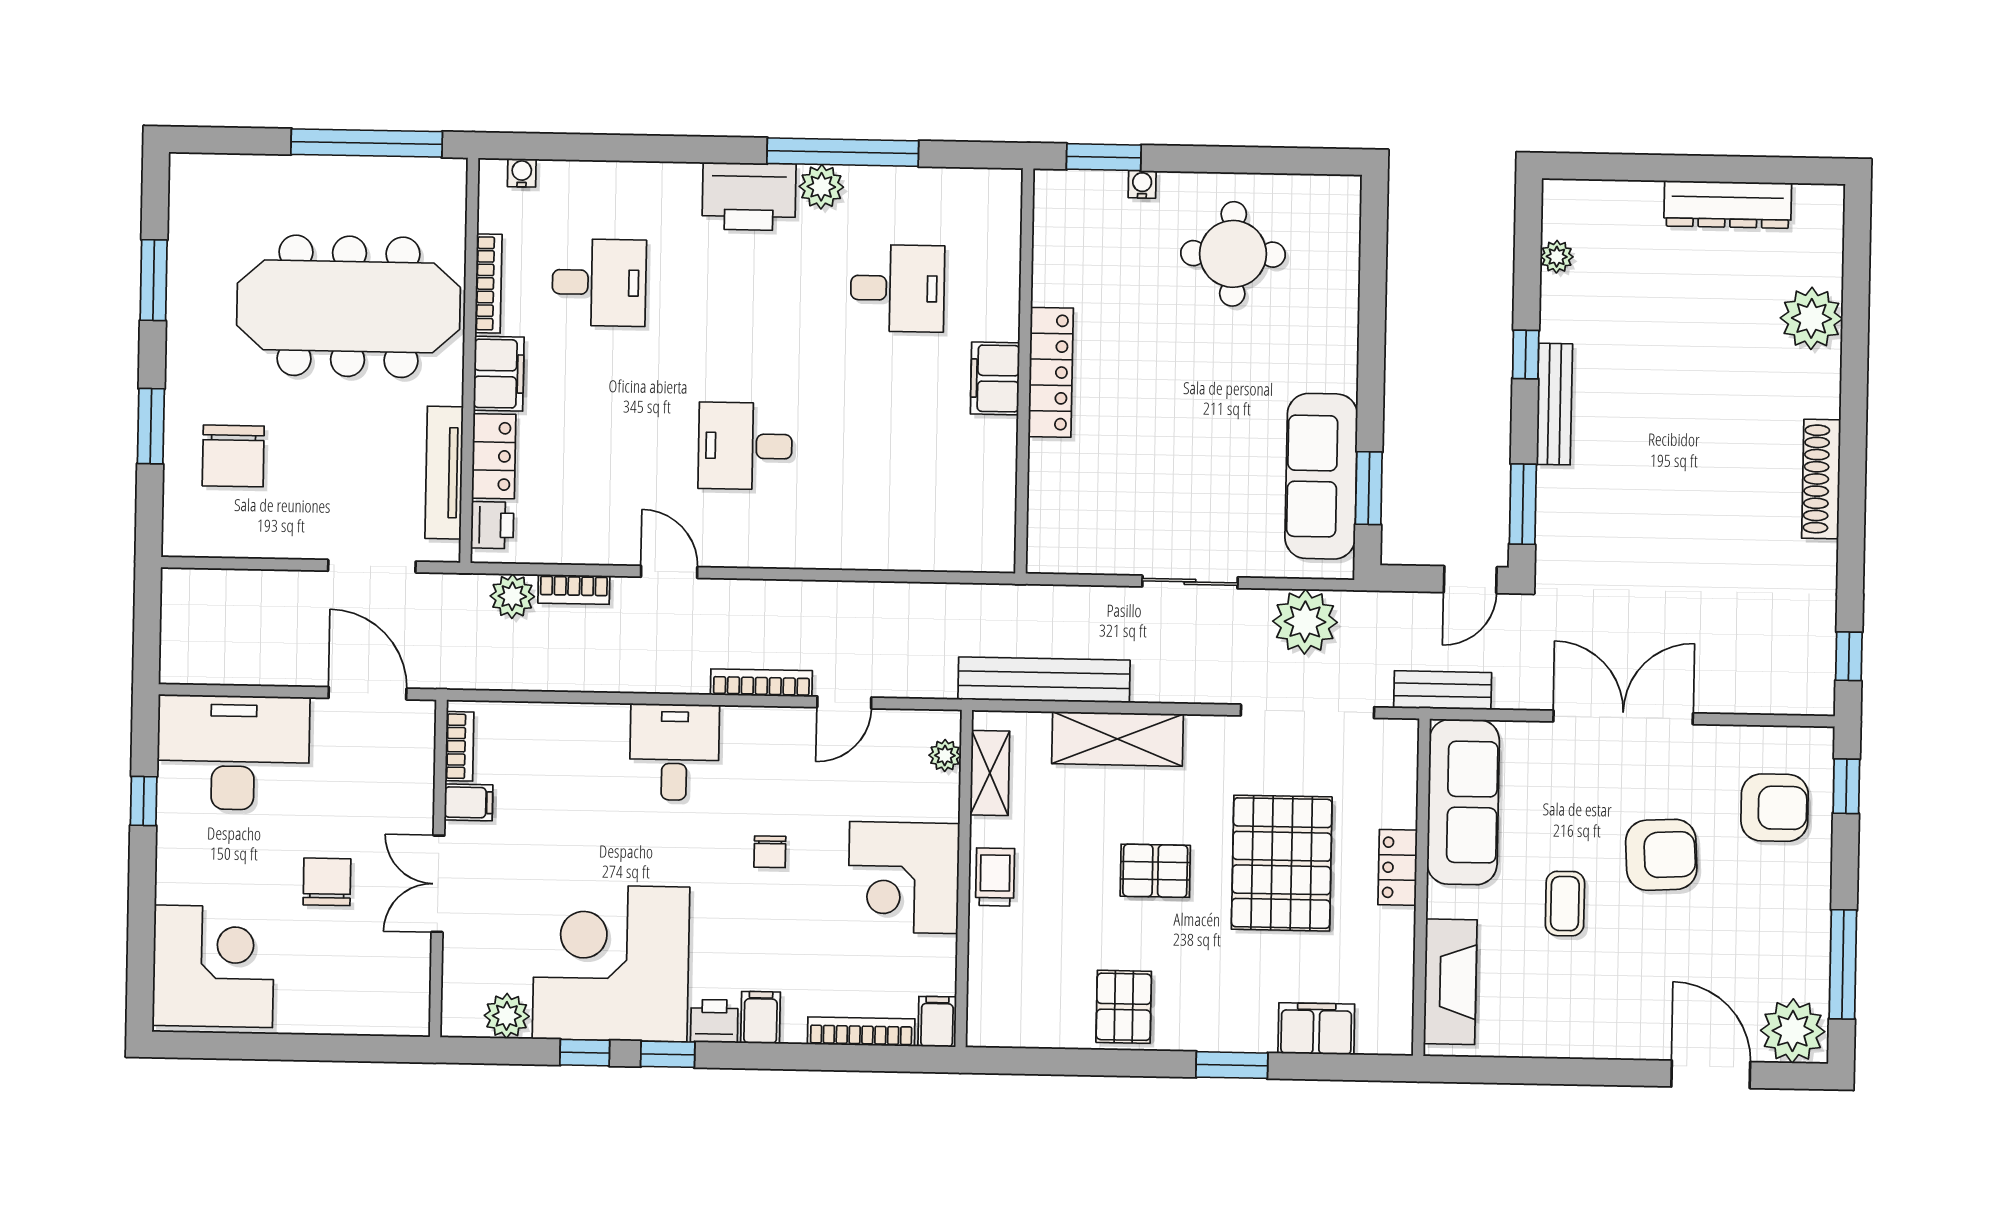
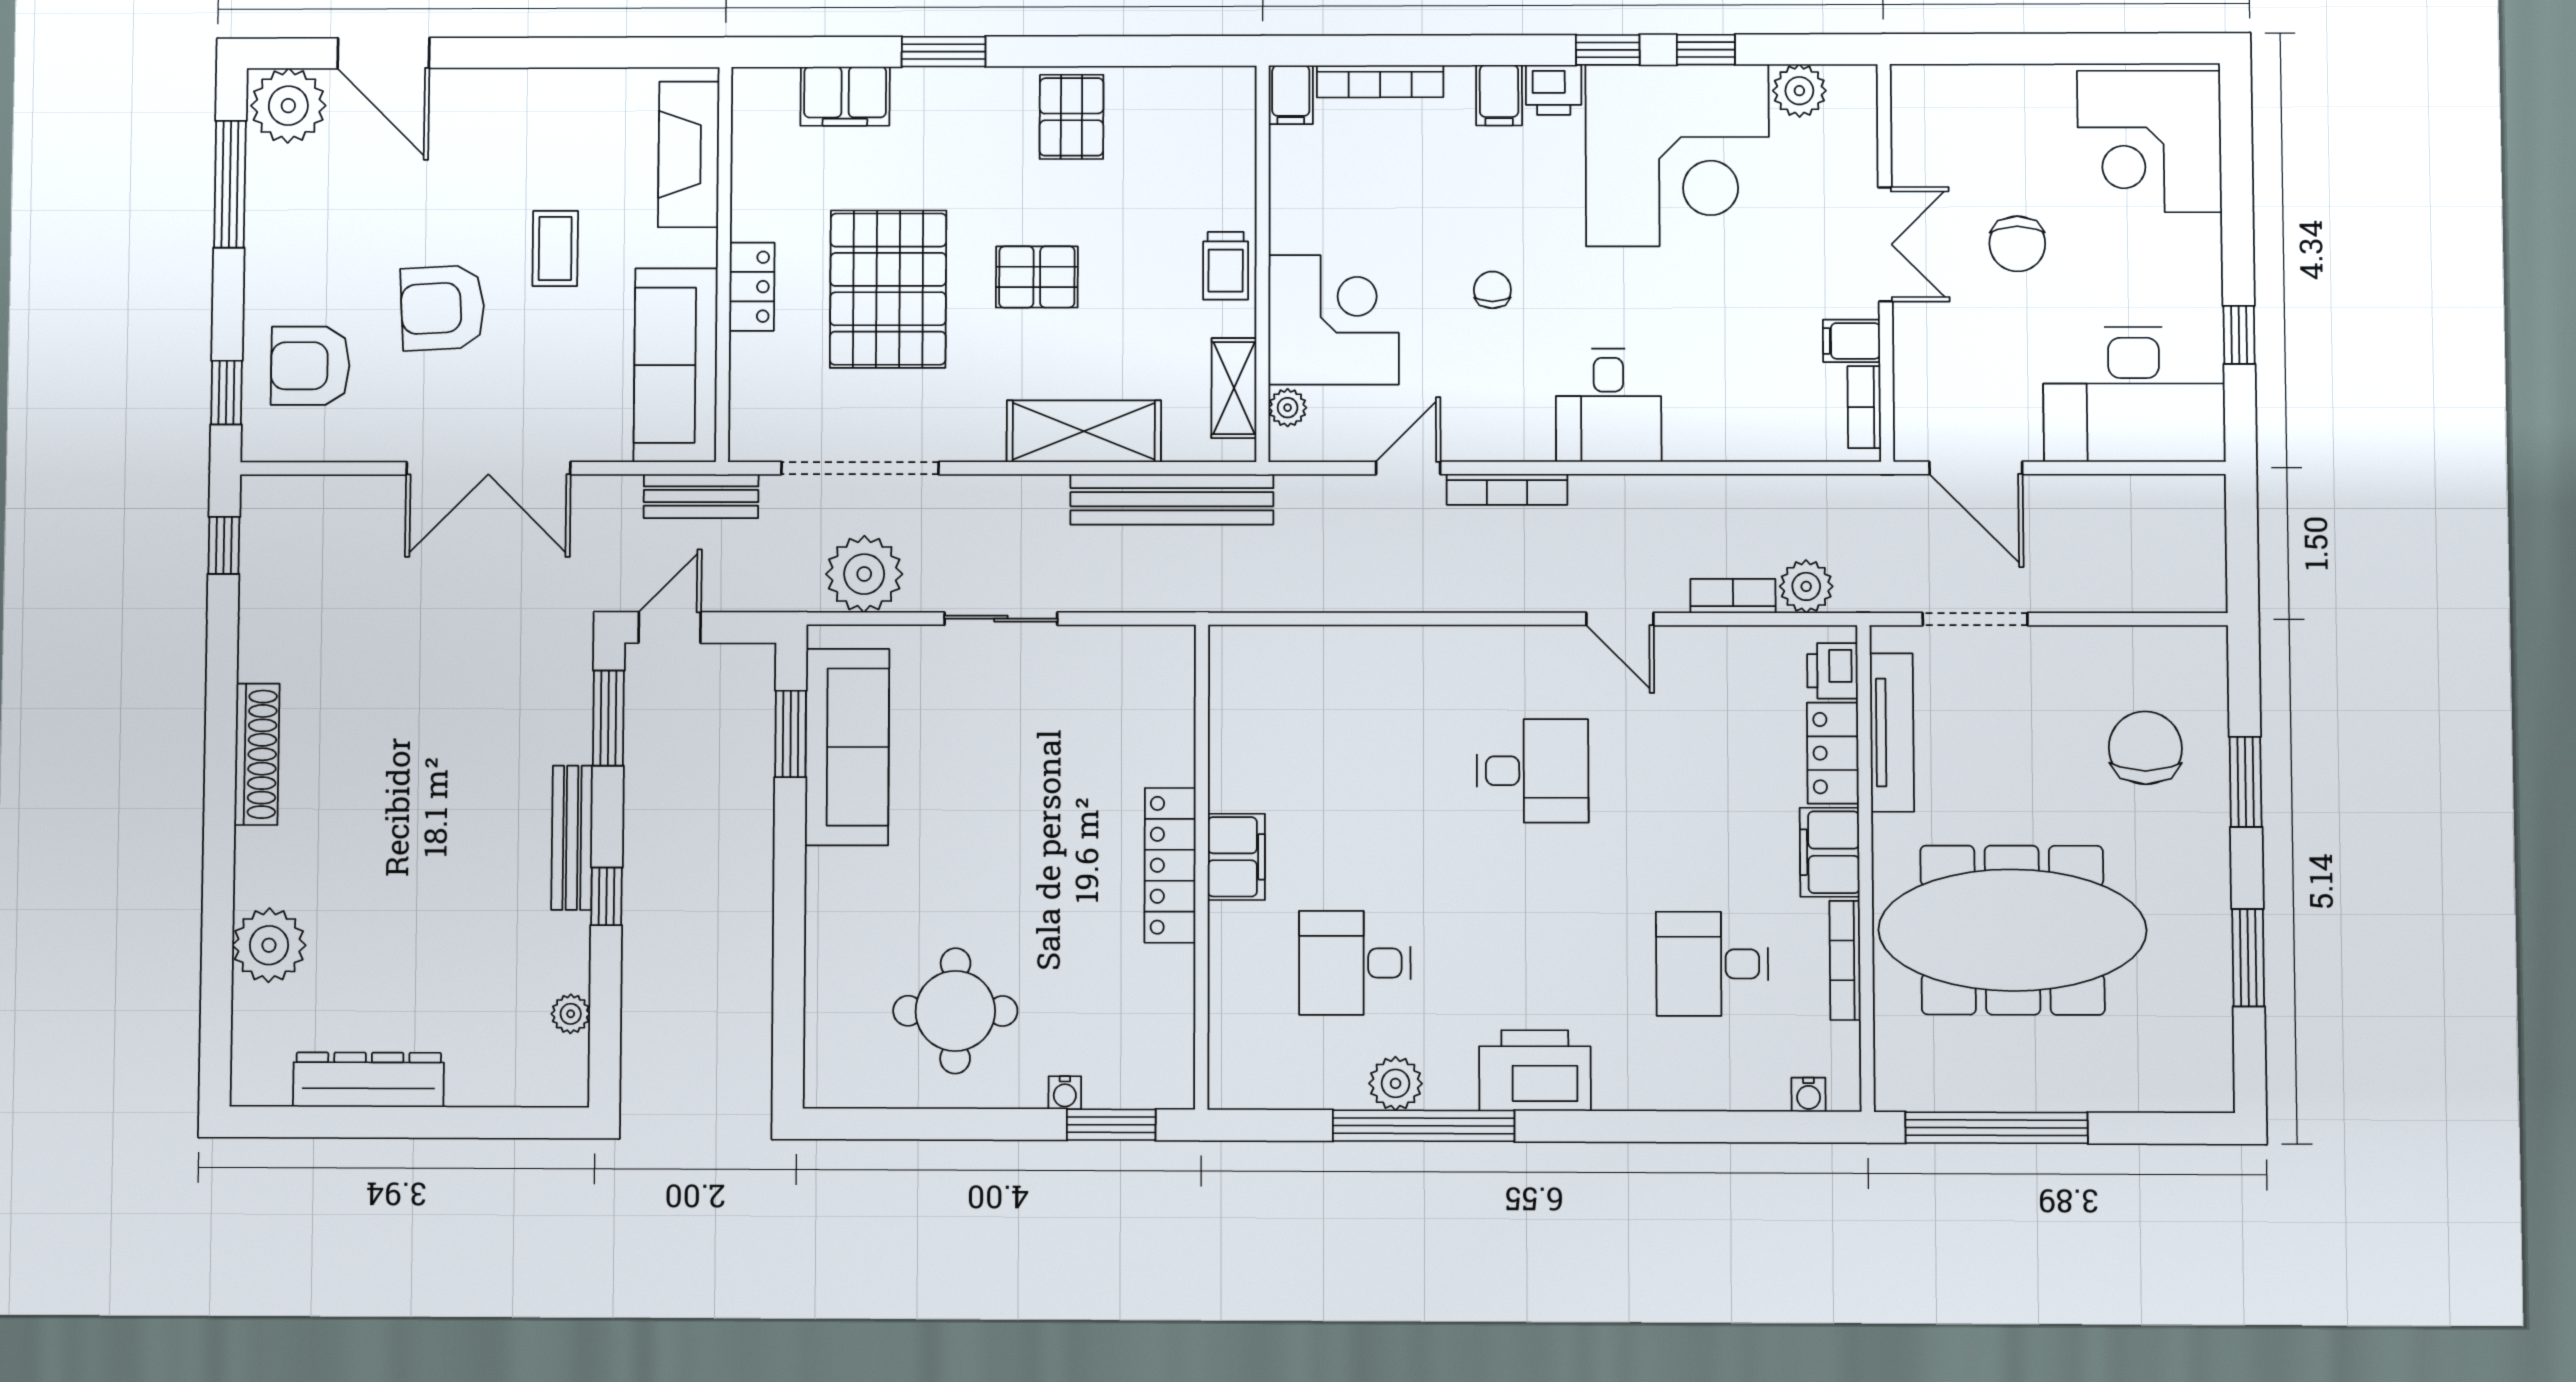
plant: (821, 187) -> (1396, 1083), moved
corner desk: (904, 878) -> (1334, 320), moved

